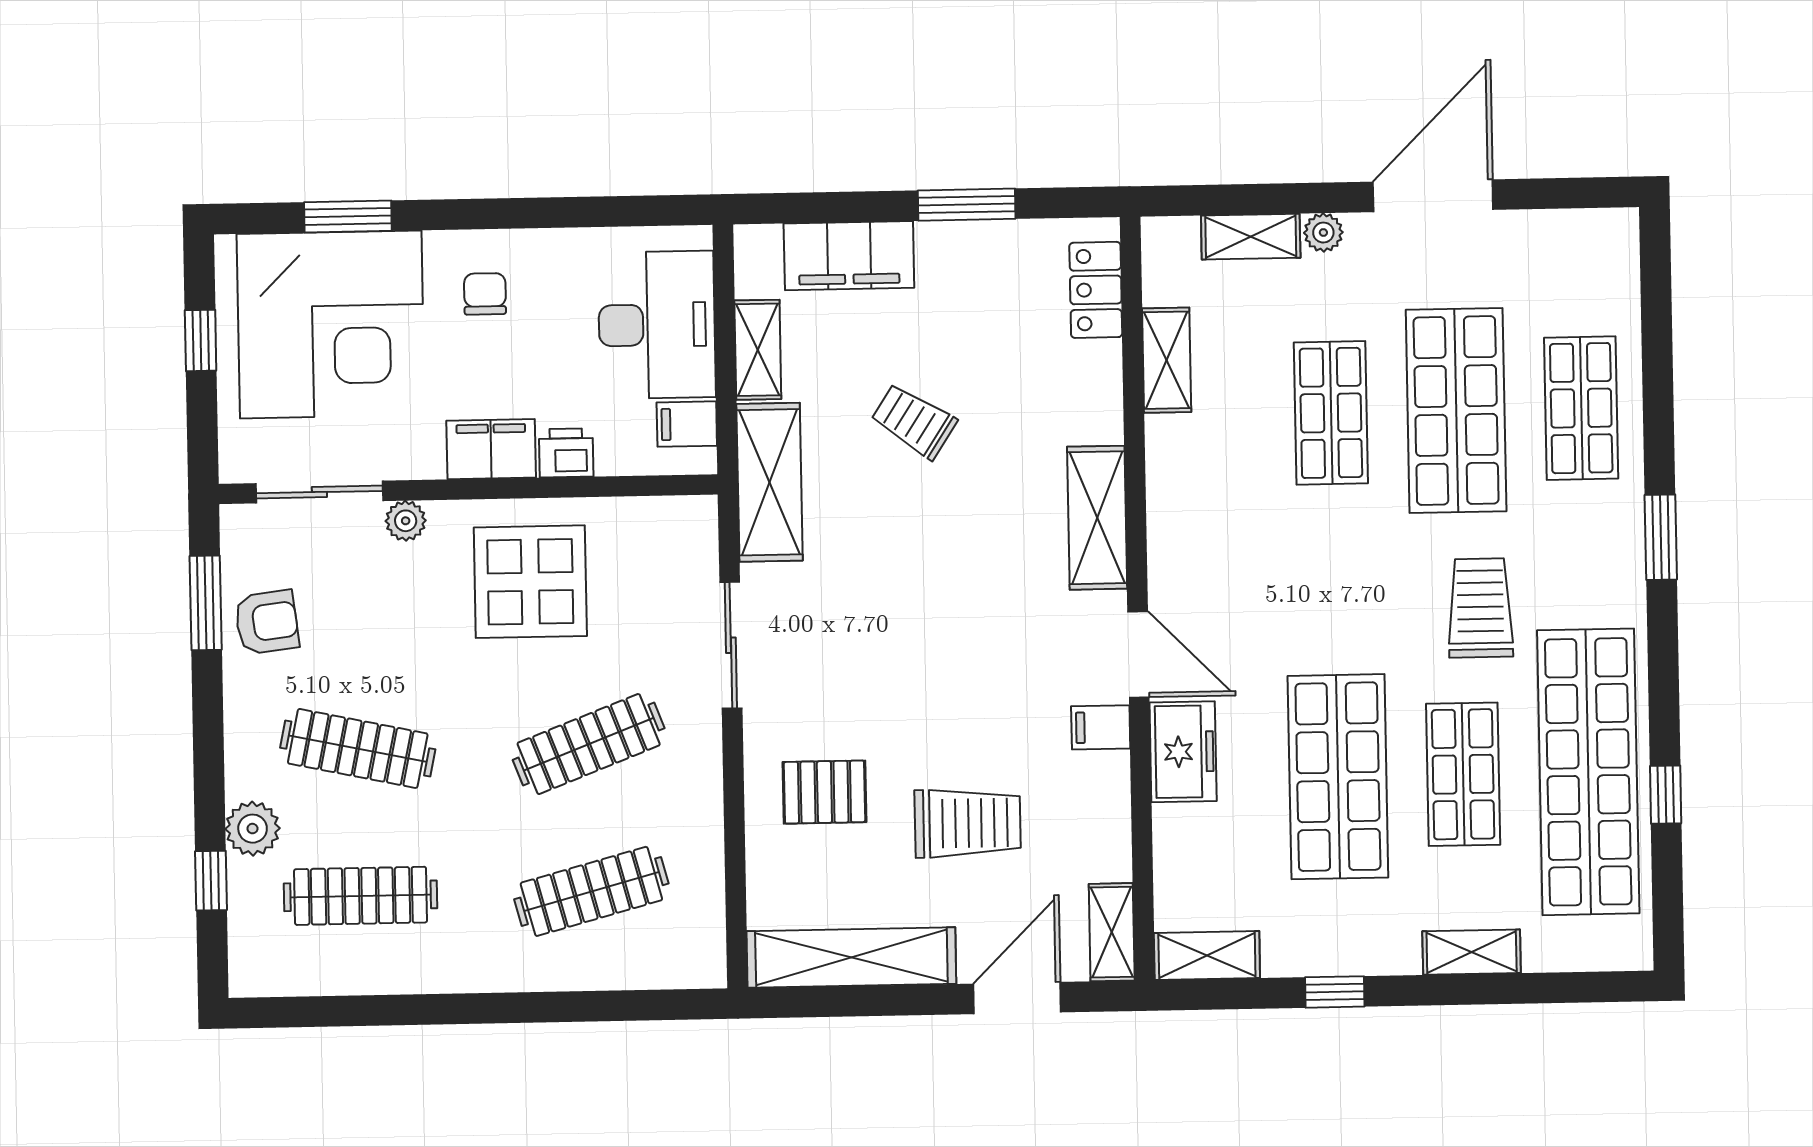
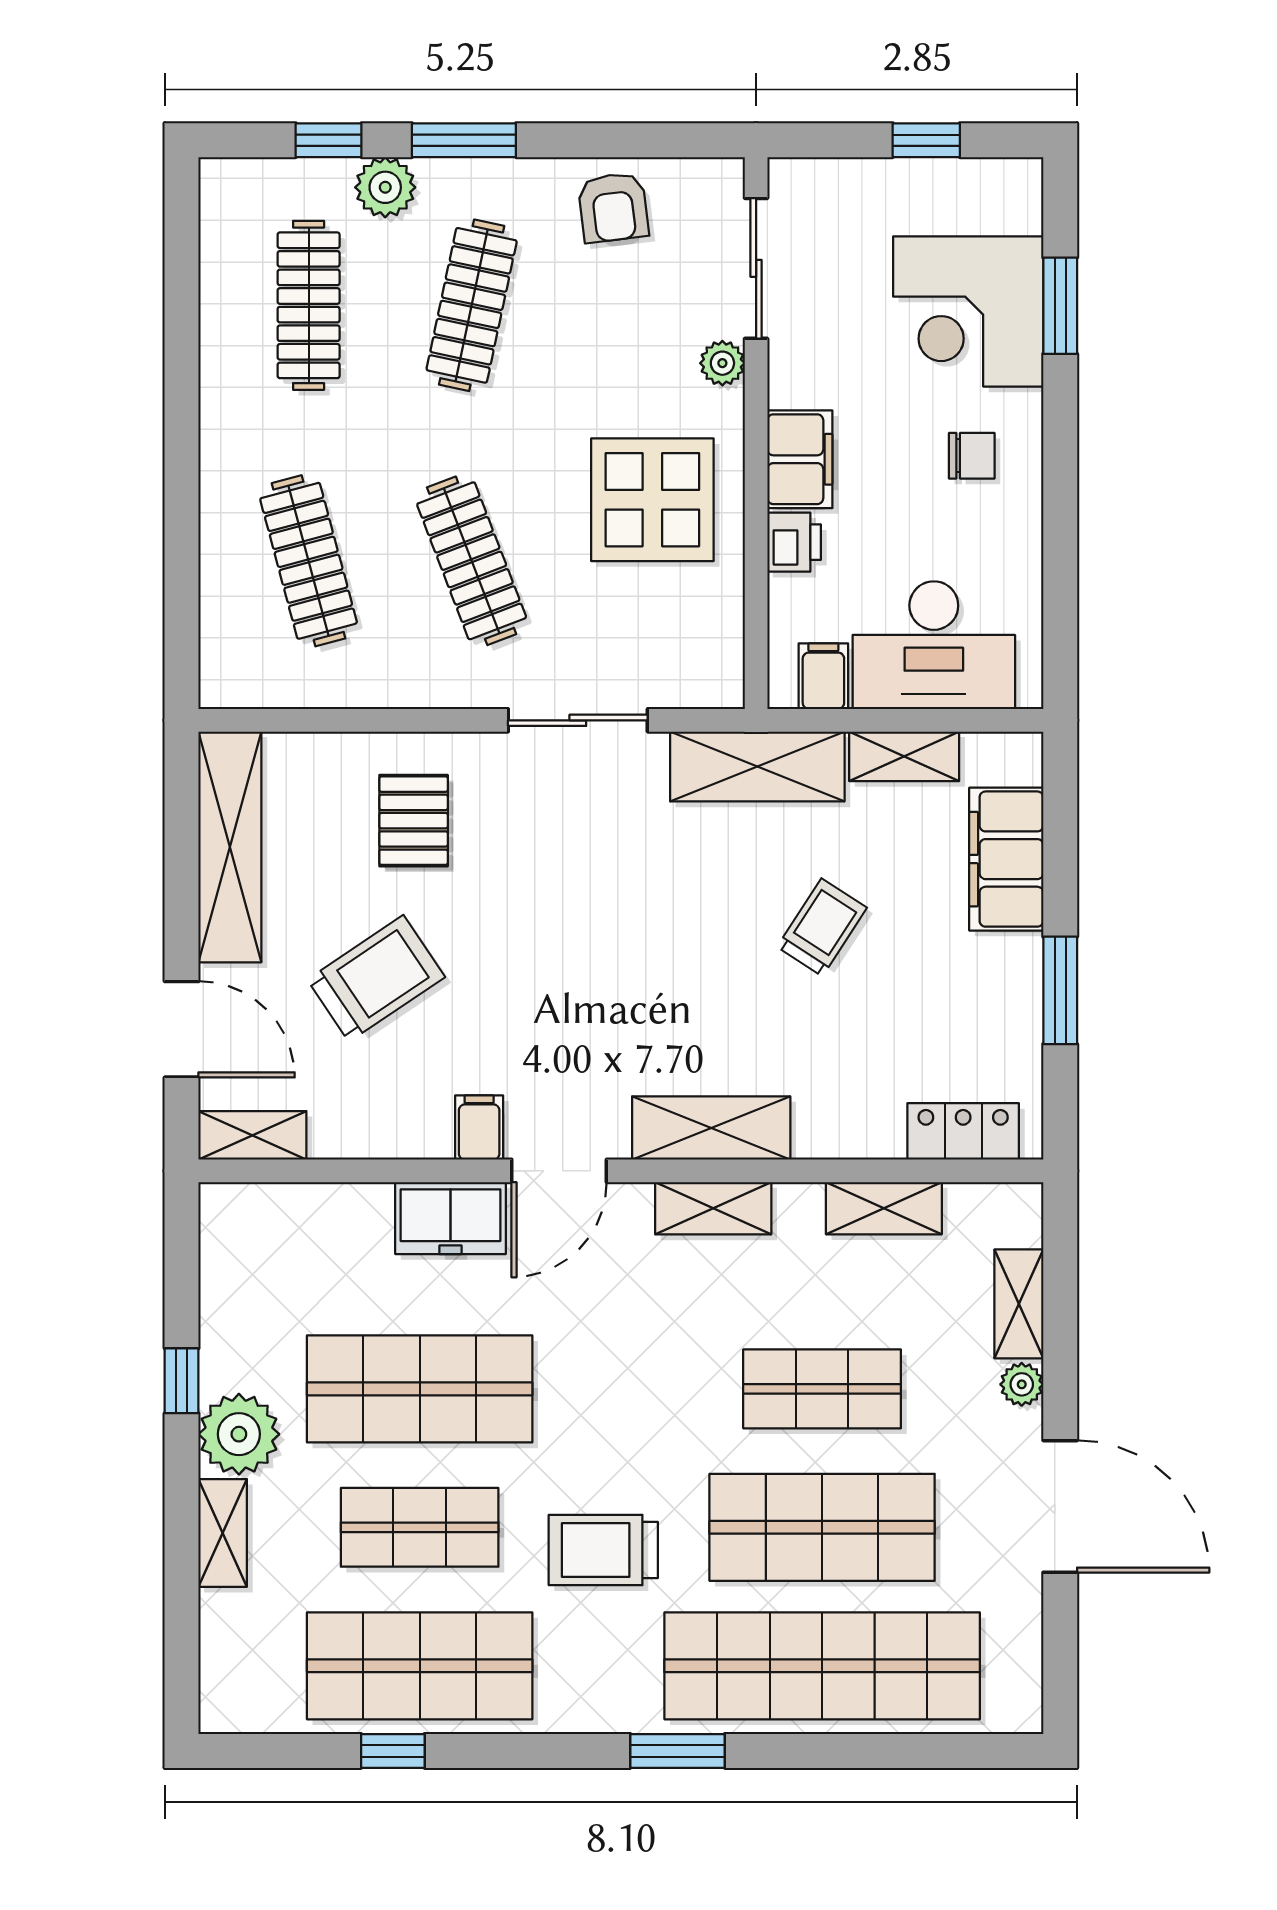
corner desk: (331, 324) -> (968, 312), width x0.74, depth x0.74
shop shelf: (1581, 408) -> (822, 1666), width x2.00, depth x1.36
window: (206, 603) -> (464, 140), moved
trolley: (1480, 608) -> (603, 1550), turned 180
shop shelf: (1588, 772) -> (420, 1666), width x0.71
trolley: (968, 823) -> (376, 978), turned -124
plant: (1382, 939) -> (239, 1434), added
shelving: (1207, 955) -> (713, 1208), moved, turned 90

